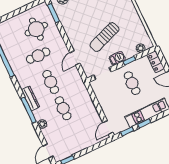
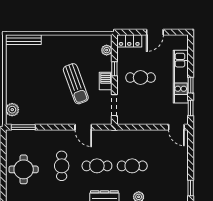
round table: (36, 29) -> (24, 169), moved

